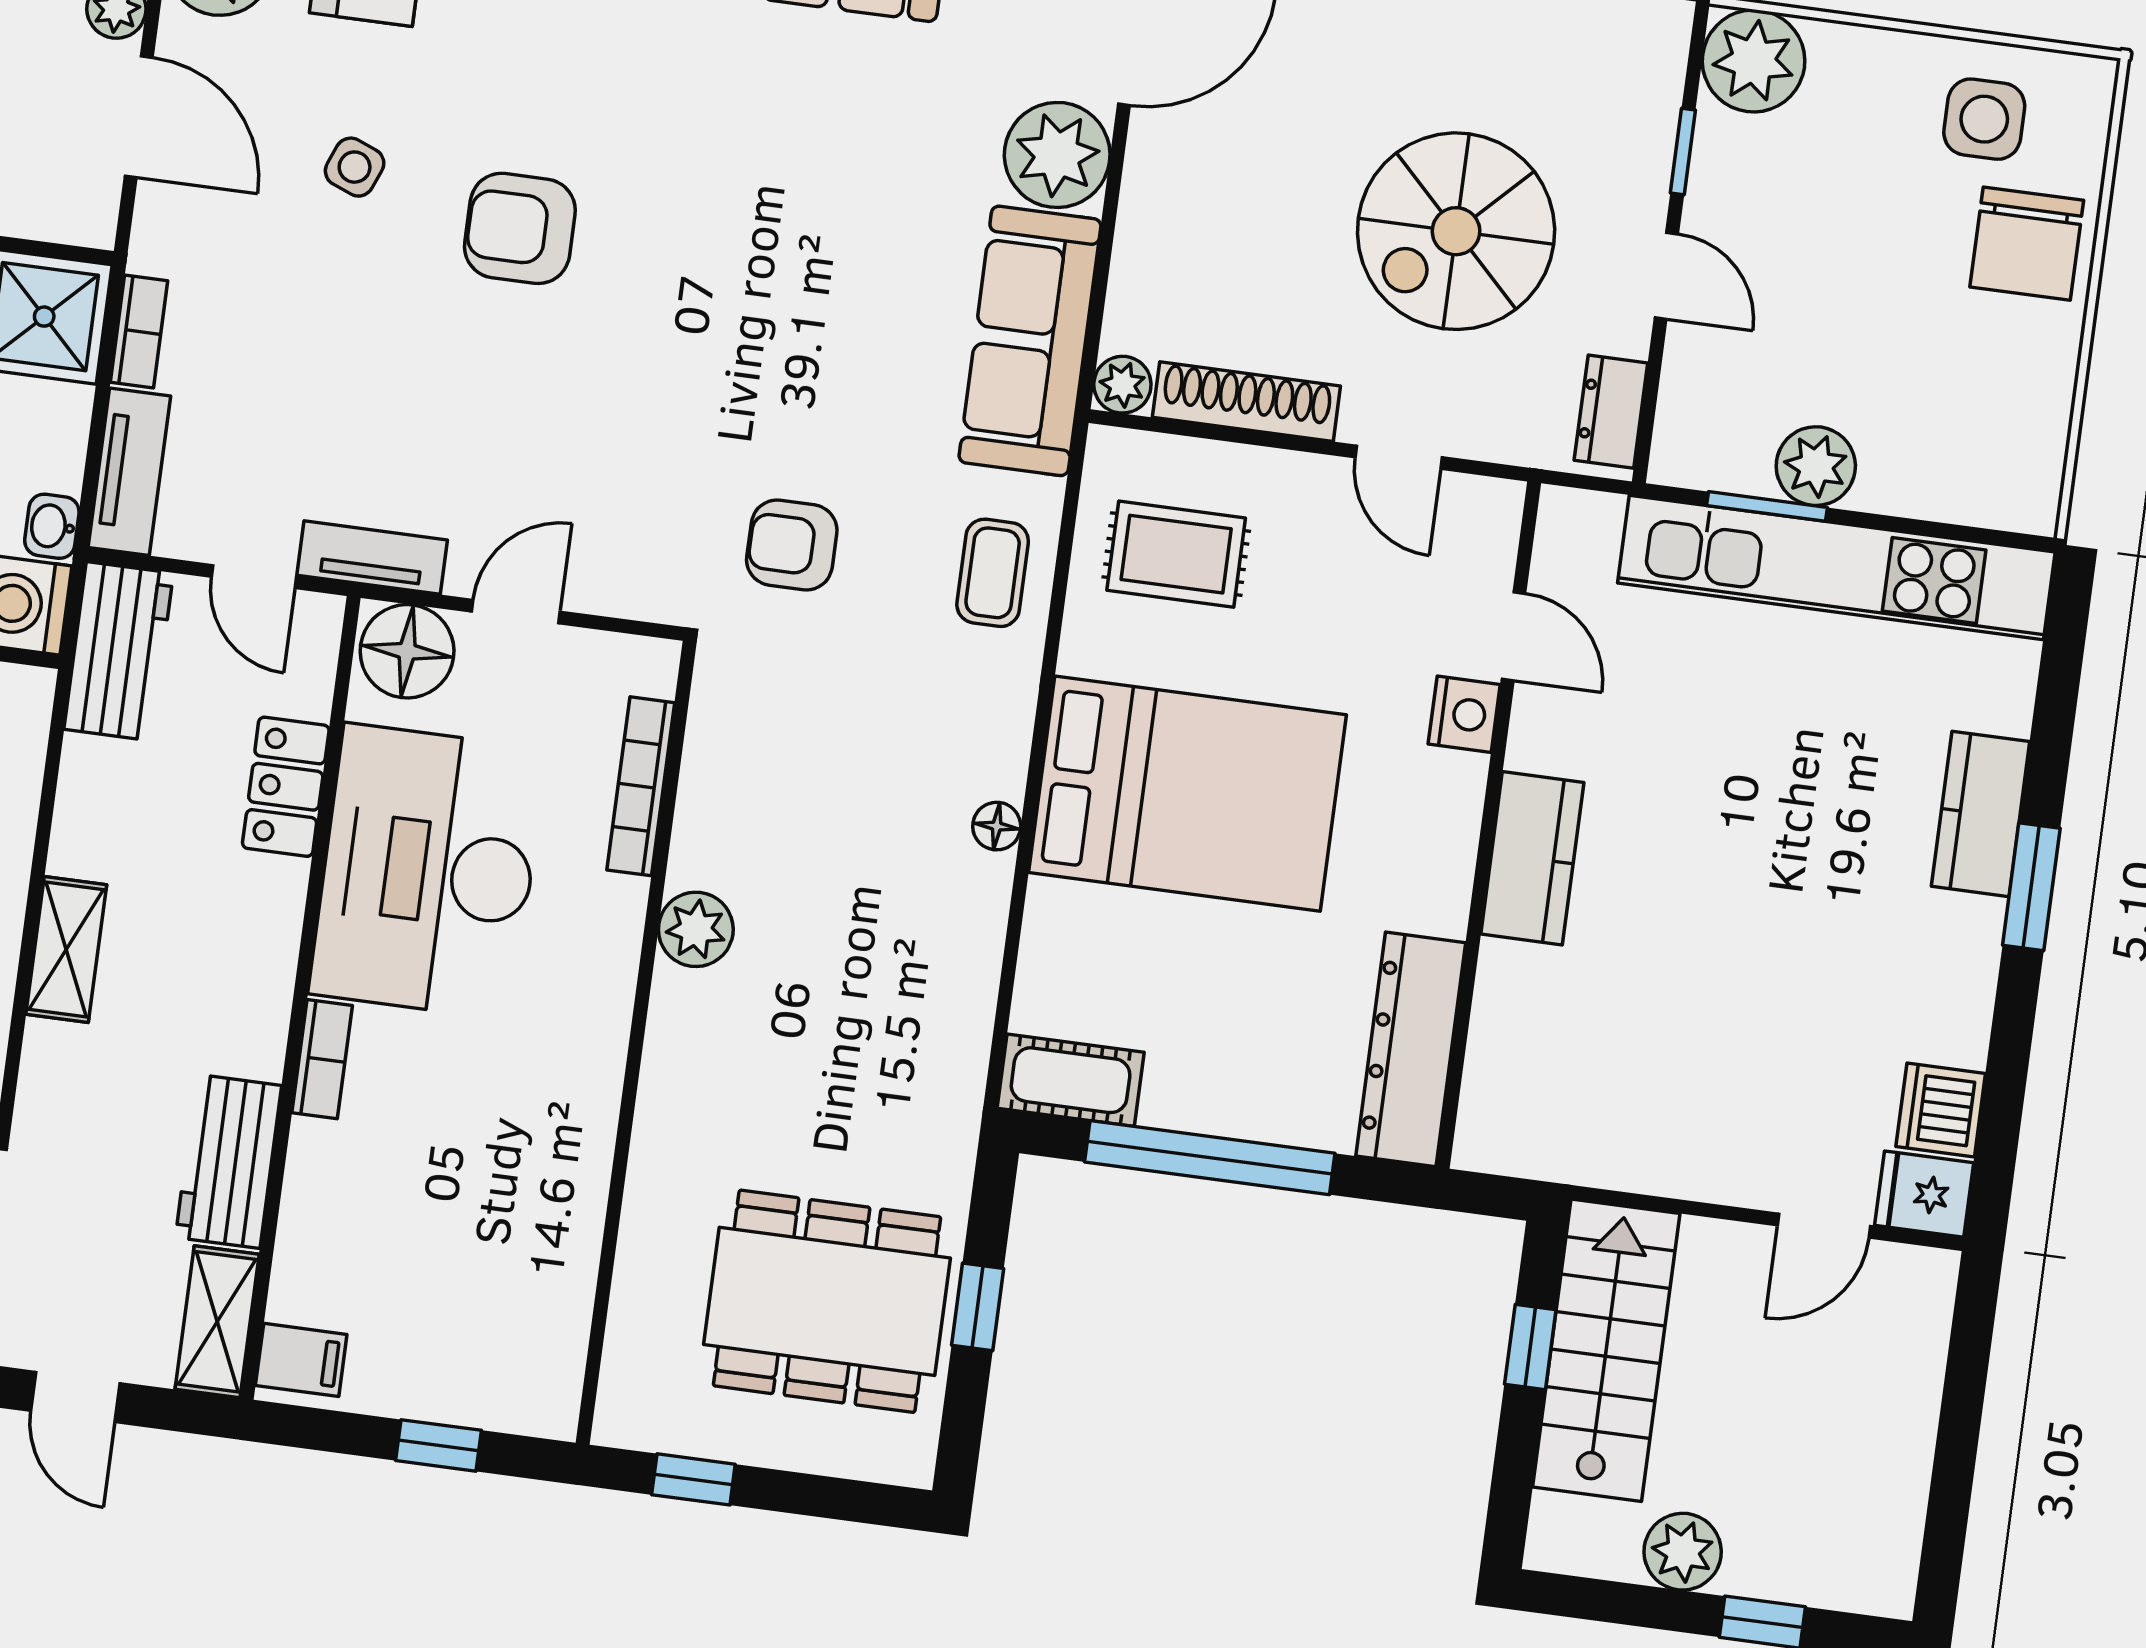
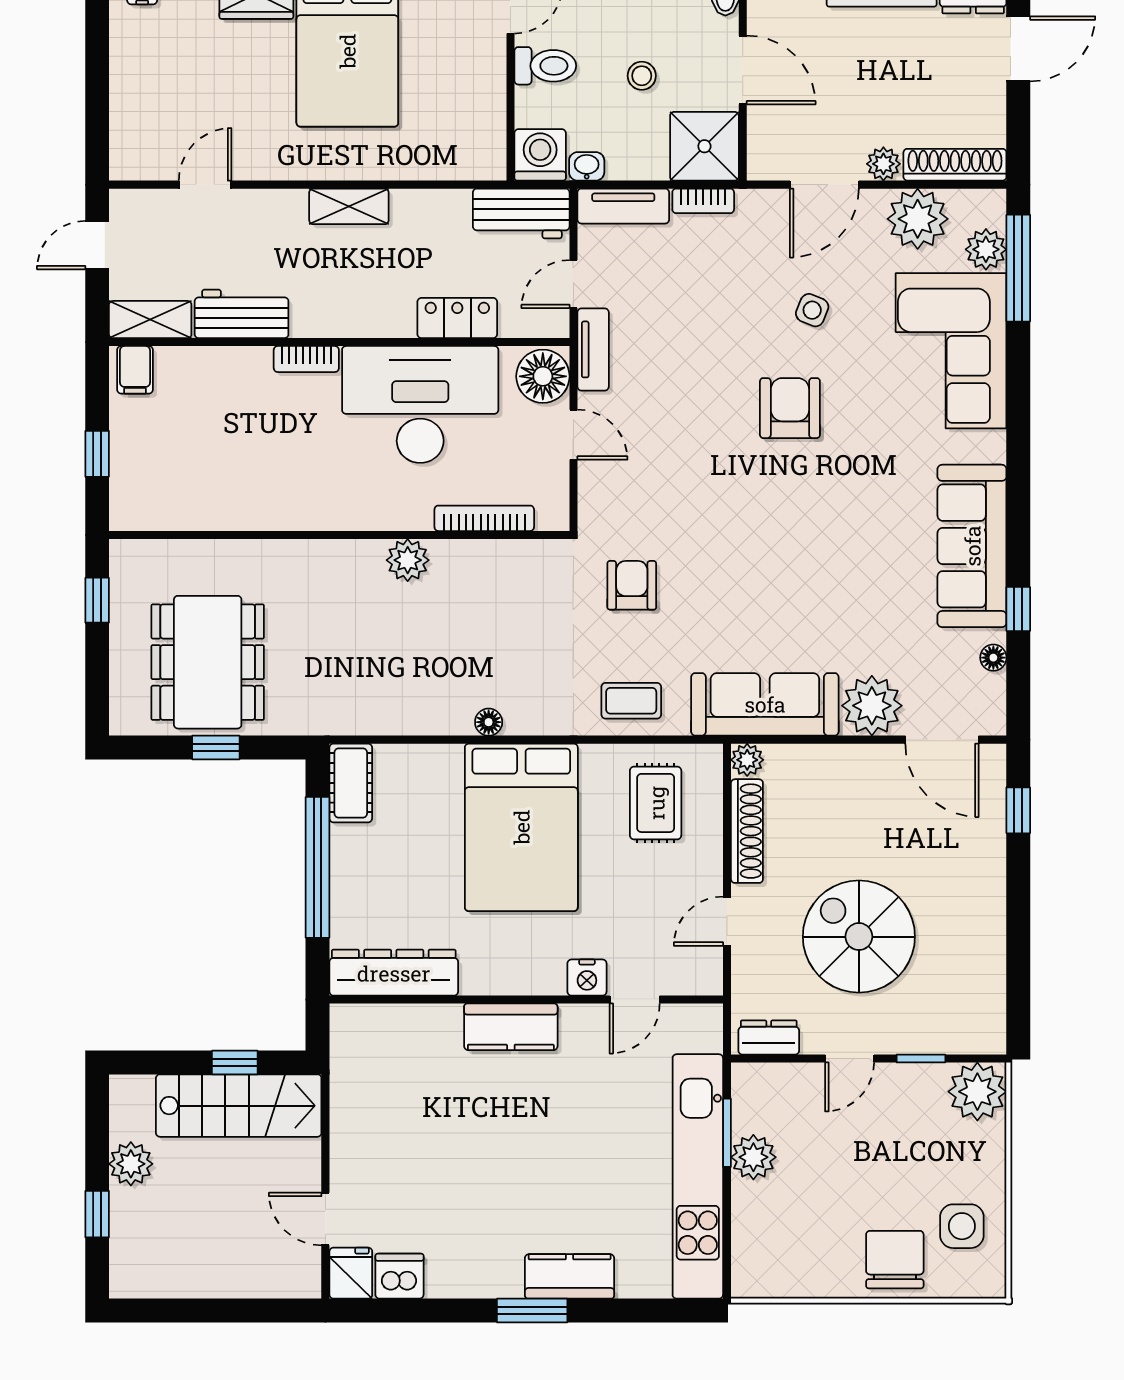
chair: (2027, 244) -> (895, 1260), turned 90

